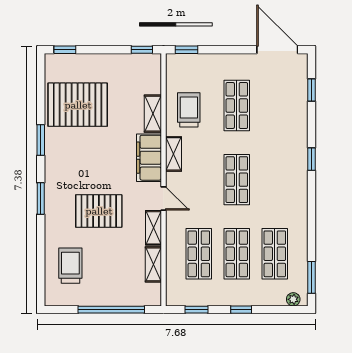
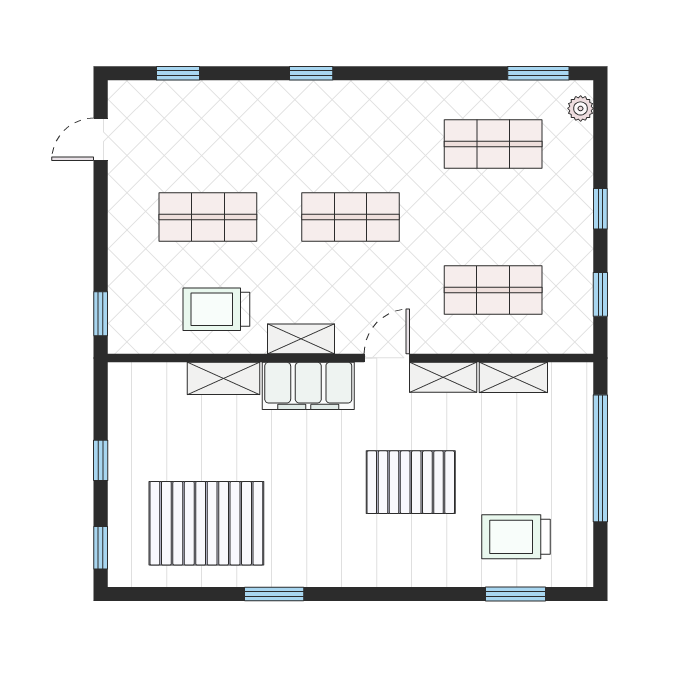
window: (142, 50) -> (101, 460), moved
door: (277, 50) -> (101, 139), width x0.53
pallet: (78, 105) -> (206, 523), turned 90
window: (41, 198) -> (516, 594), moved
pallet: (99, 211) -> (411, 482), turned 90
shop shelf: (237, 254) -> (493, 217), removed

